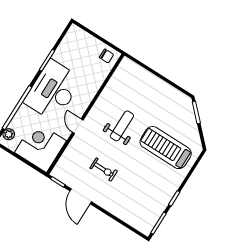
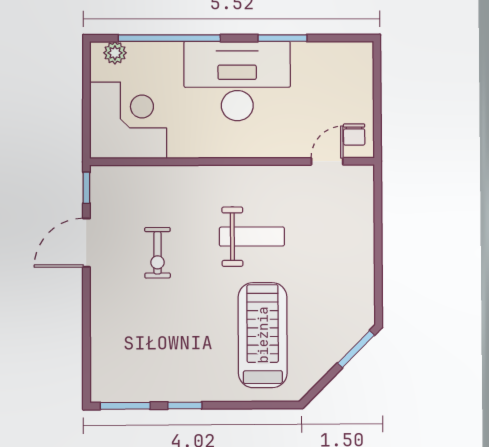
door: (78, 126) -> (327, 161), moved

